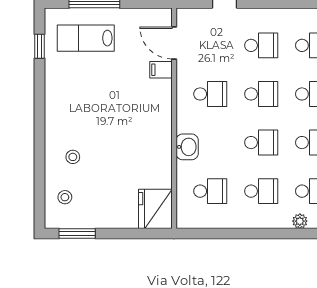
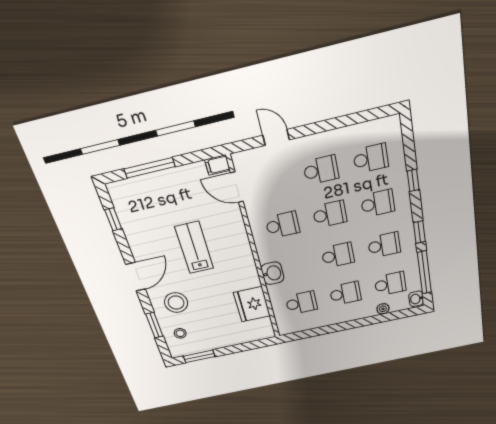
lab bench: (86, 38) -> (194, 248), moved, turned 90
filing cabinet: (161, 70) -> (217, 165), moved
door: (40, 115) -> (136, 277), added
stool: (73, 157) -> (176, 303), width x1.89, depth x1.89
window: (40, 179) -> (154, 325), added
fridge: (155, 209) -> (252, 304), moved

